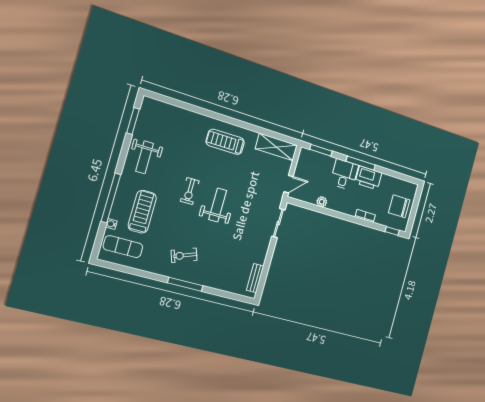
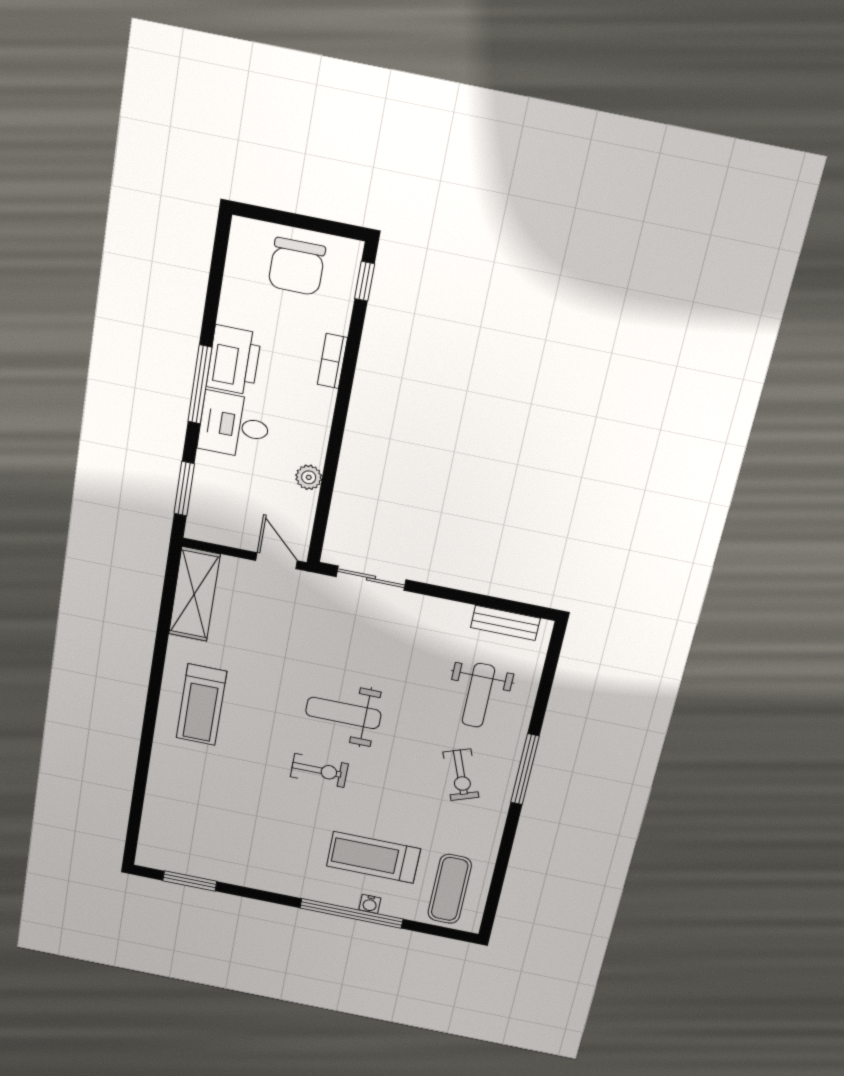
weight bench: (145, 157) -> (478, 695), moved, turned 90
water cooler: (111, 224) -> (370, 904), moved

